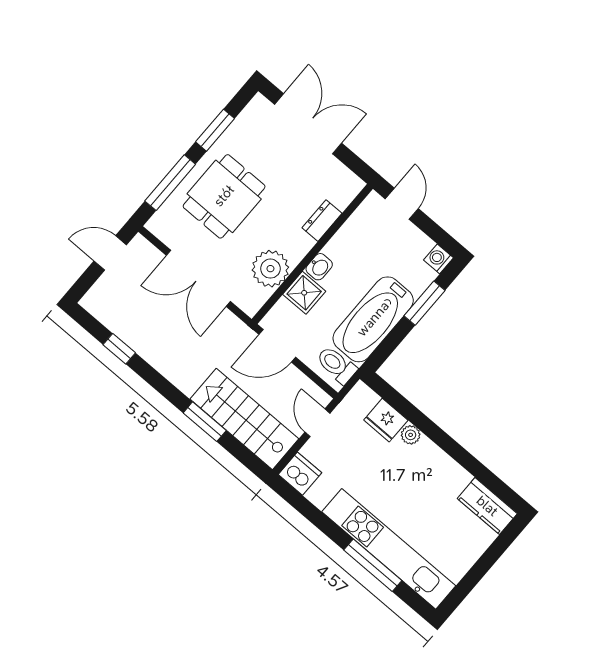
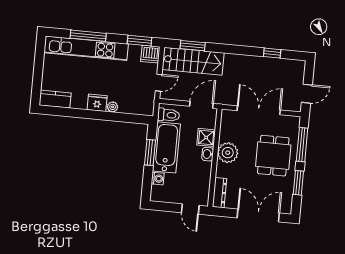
double door: (308, 124) -> (258, 215), swing flipped
dresser: (322, 221) -> (219, 193), moved, width x1.44
washing machine: (439, 259) -> (158, 179), moved
plant: (270, 269) -> (228, 153), moved
window: (424, 303) -> (150, 152), moved
fridge: (386, 420) -> (97, 103), moved
window: (205, 422) -> (193, 46), moved
door: (317, 423) -> (159, 83), hinge flipped
window: (302, 505) -> (139, 41), added

